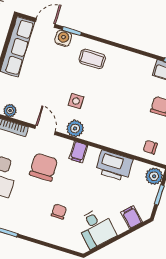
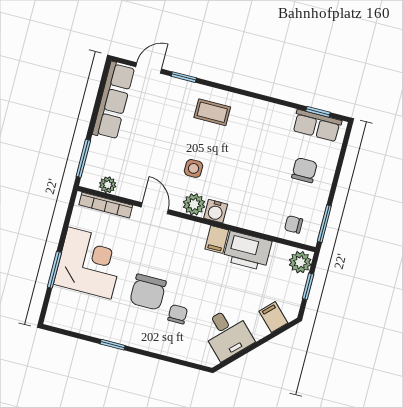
water cooler: (63, 38) -> (216, 211), moved, turned 180
filing cabinet: (78, 152) -> (217, 240), moved
chair: (44, 167) -> (148, 292), moved, turned 180

